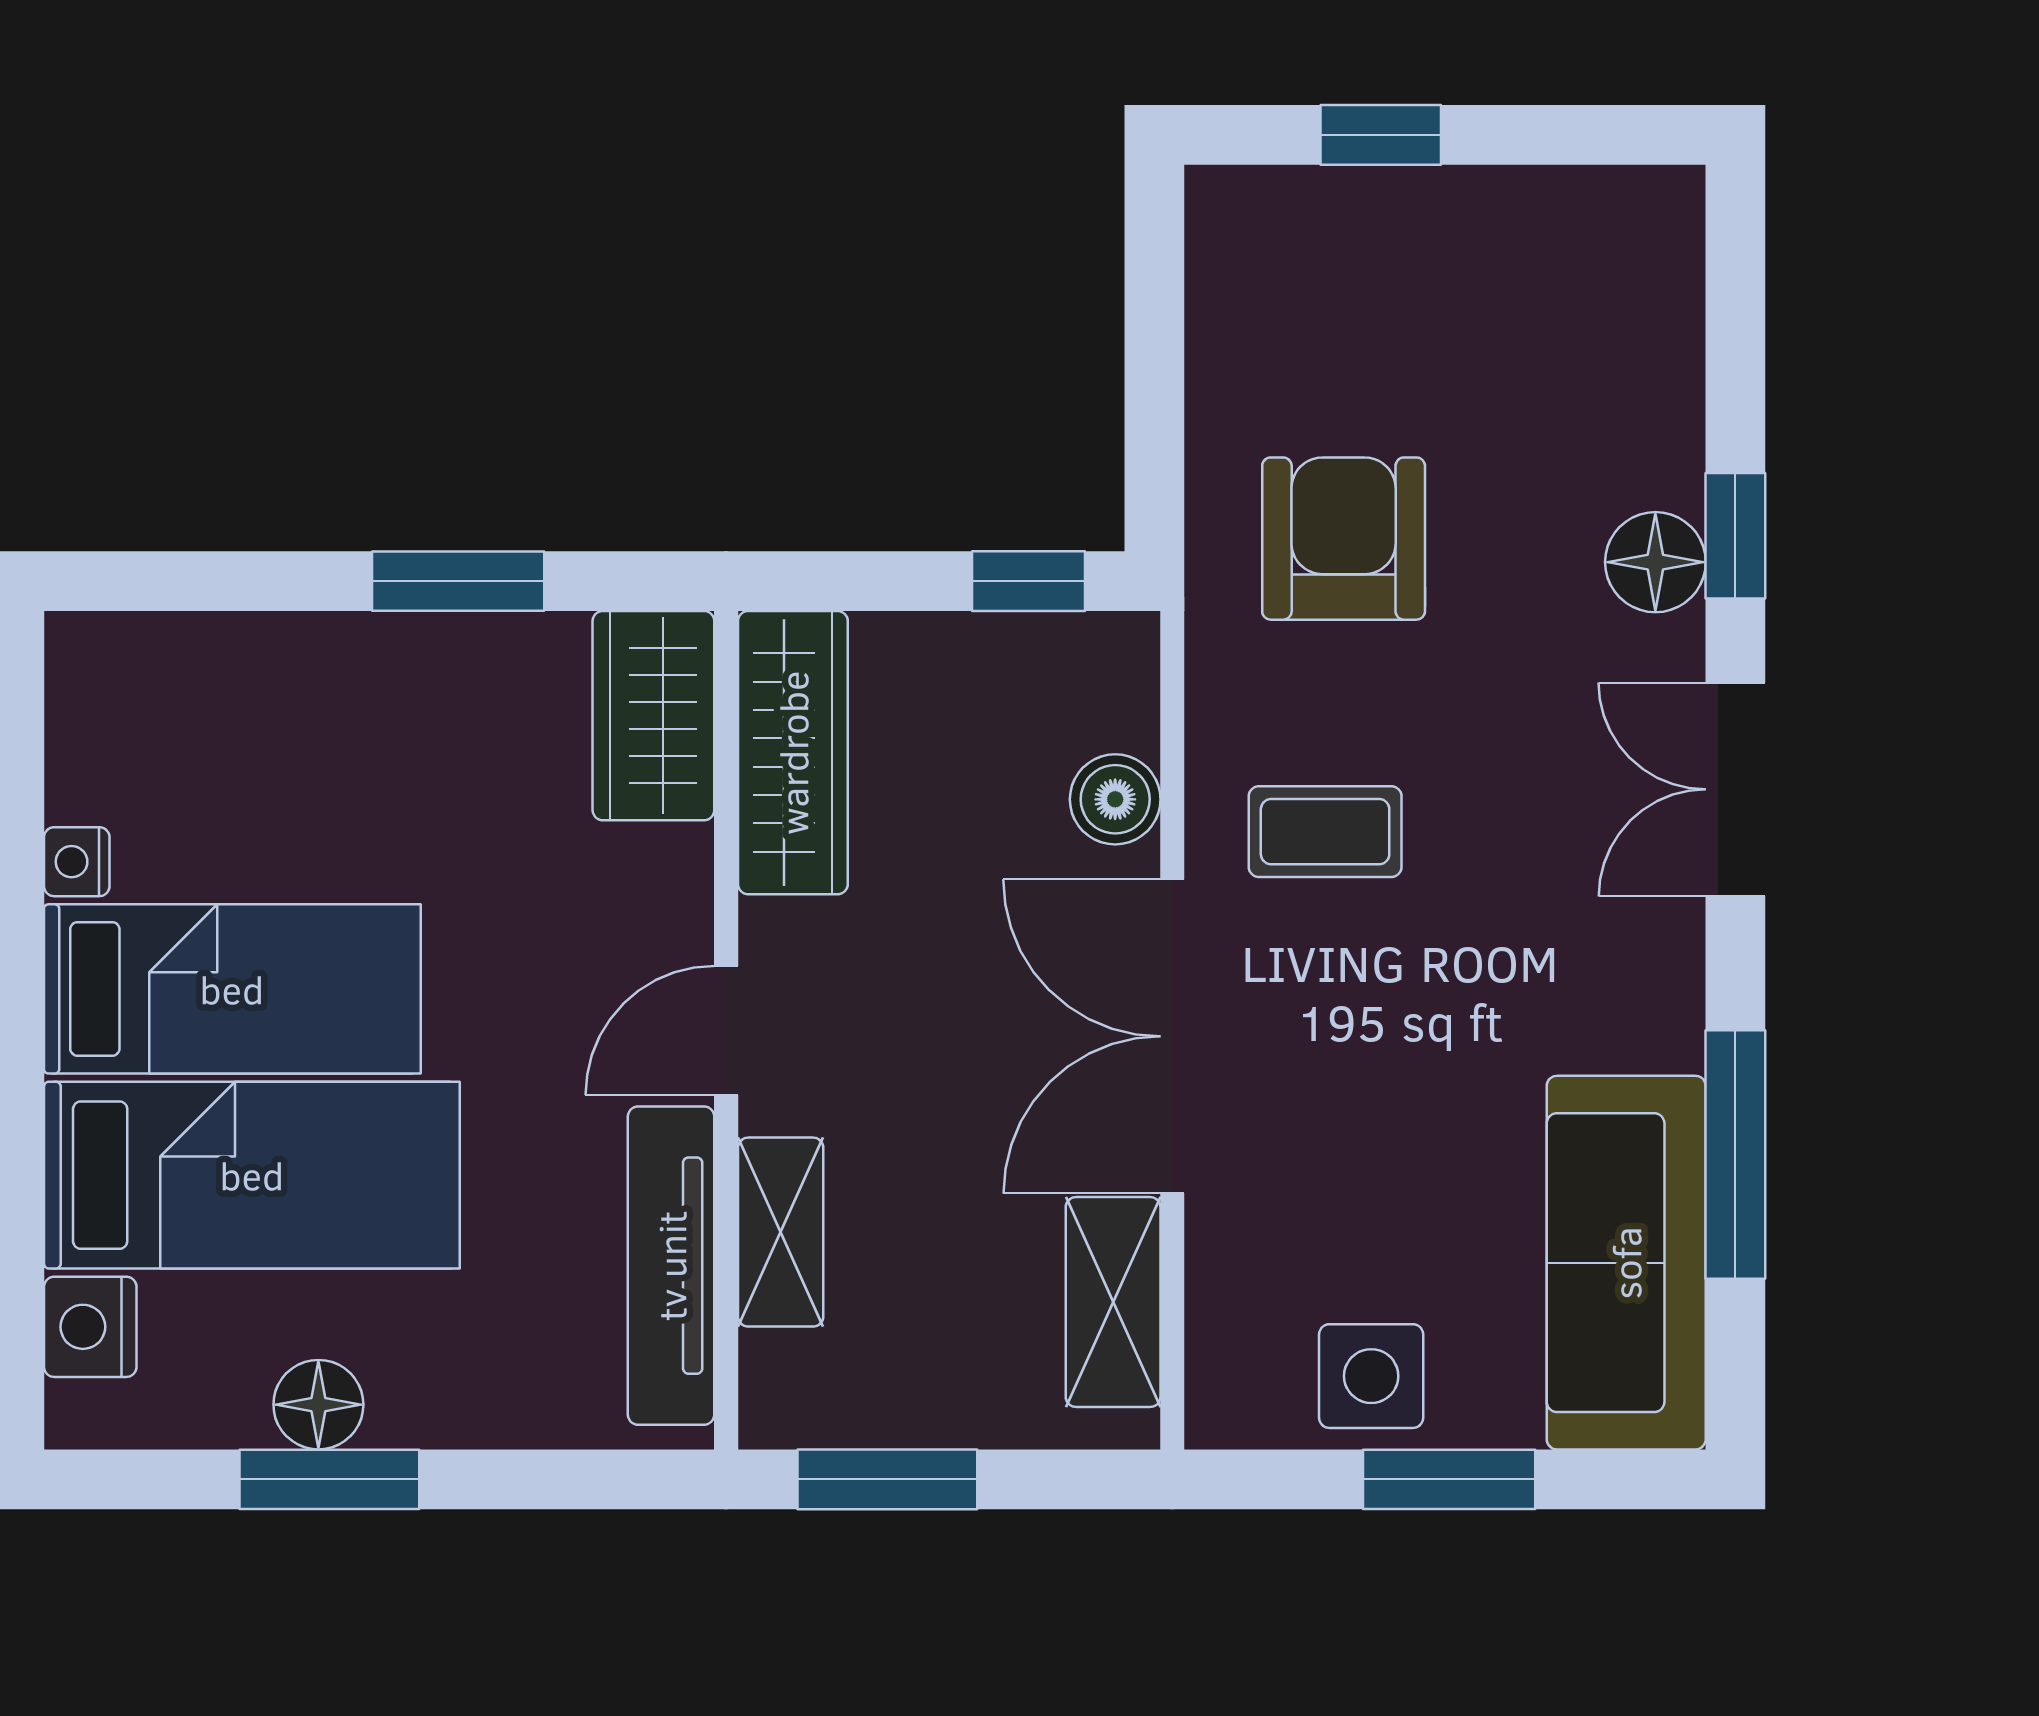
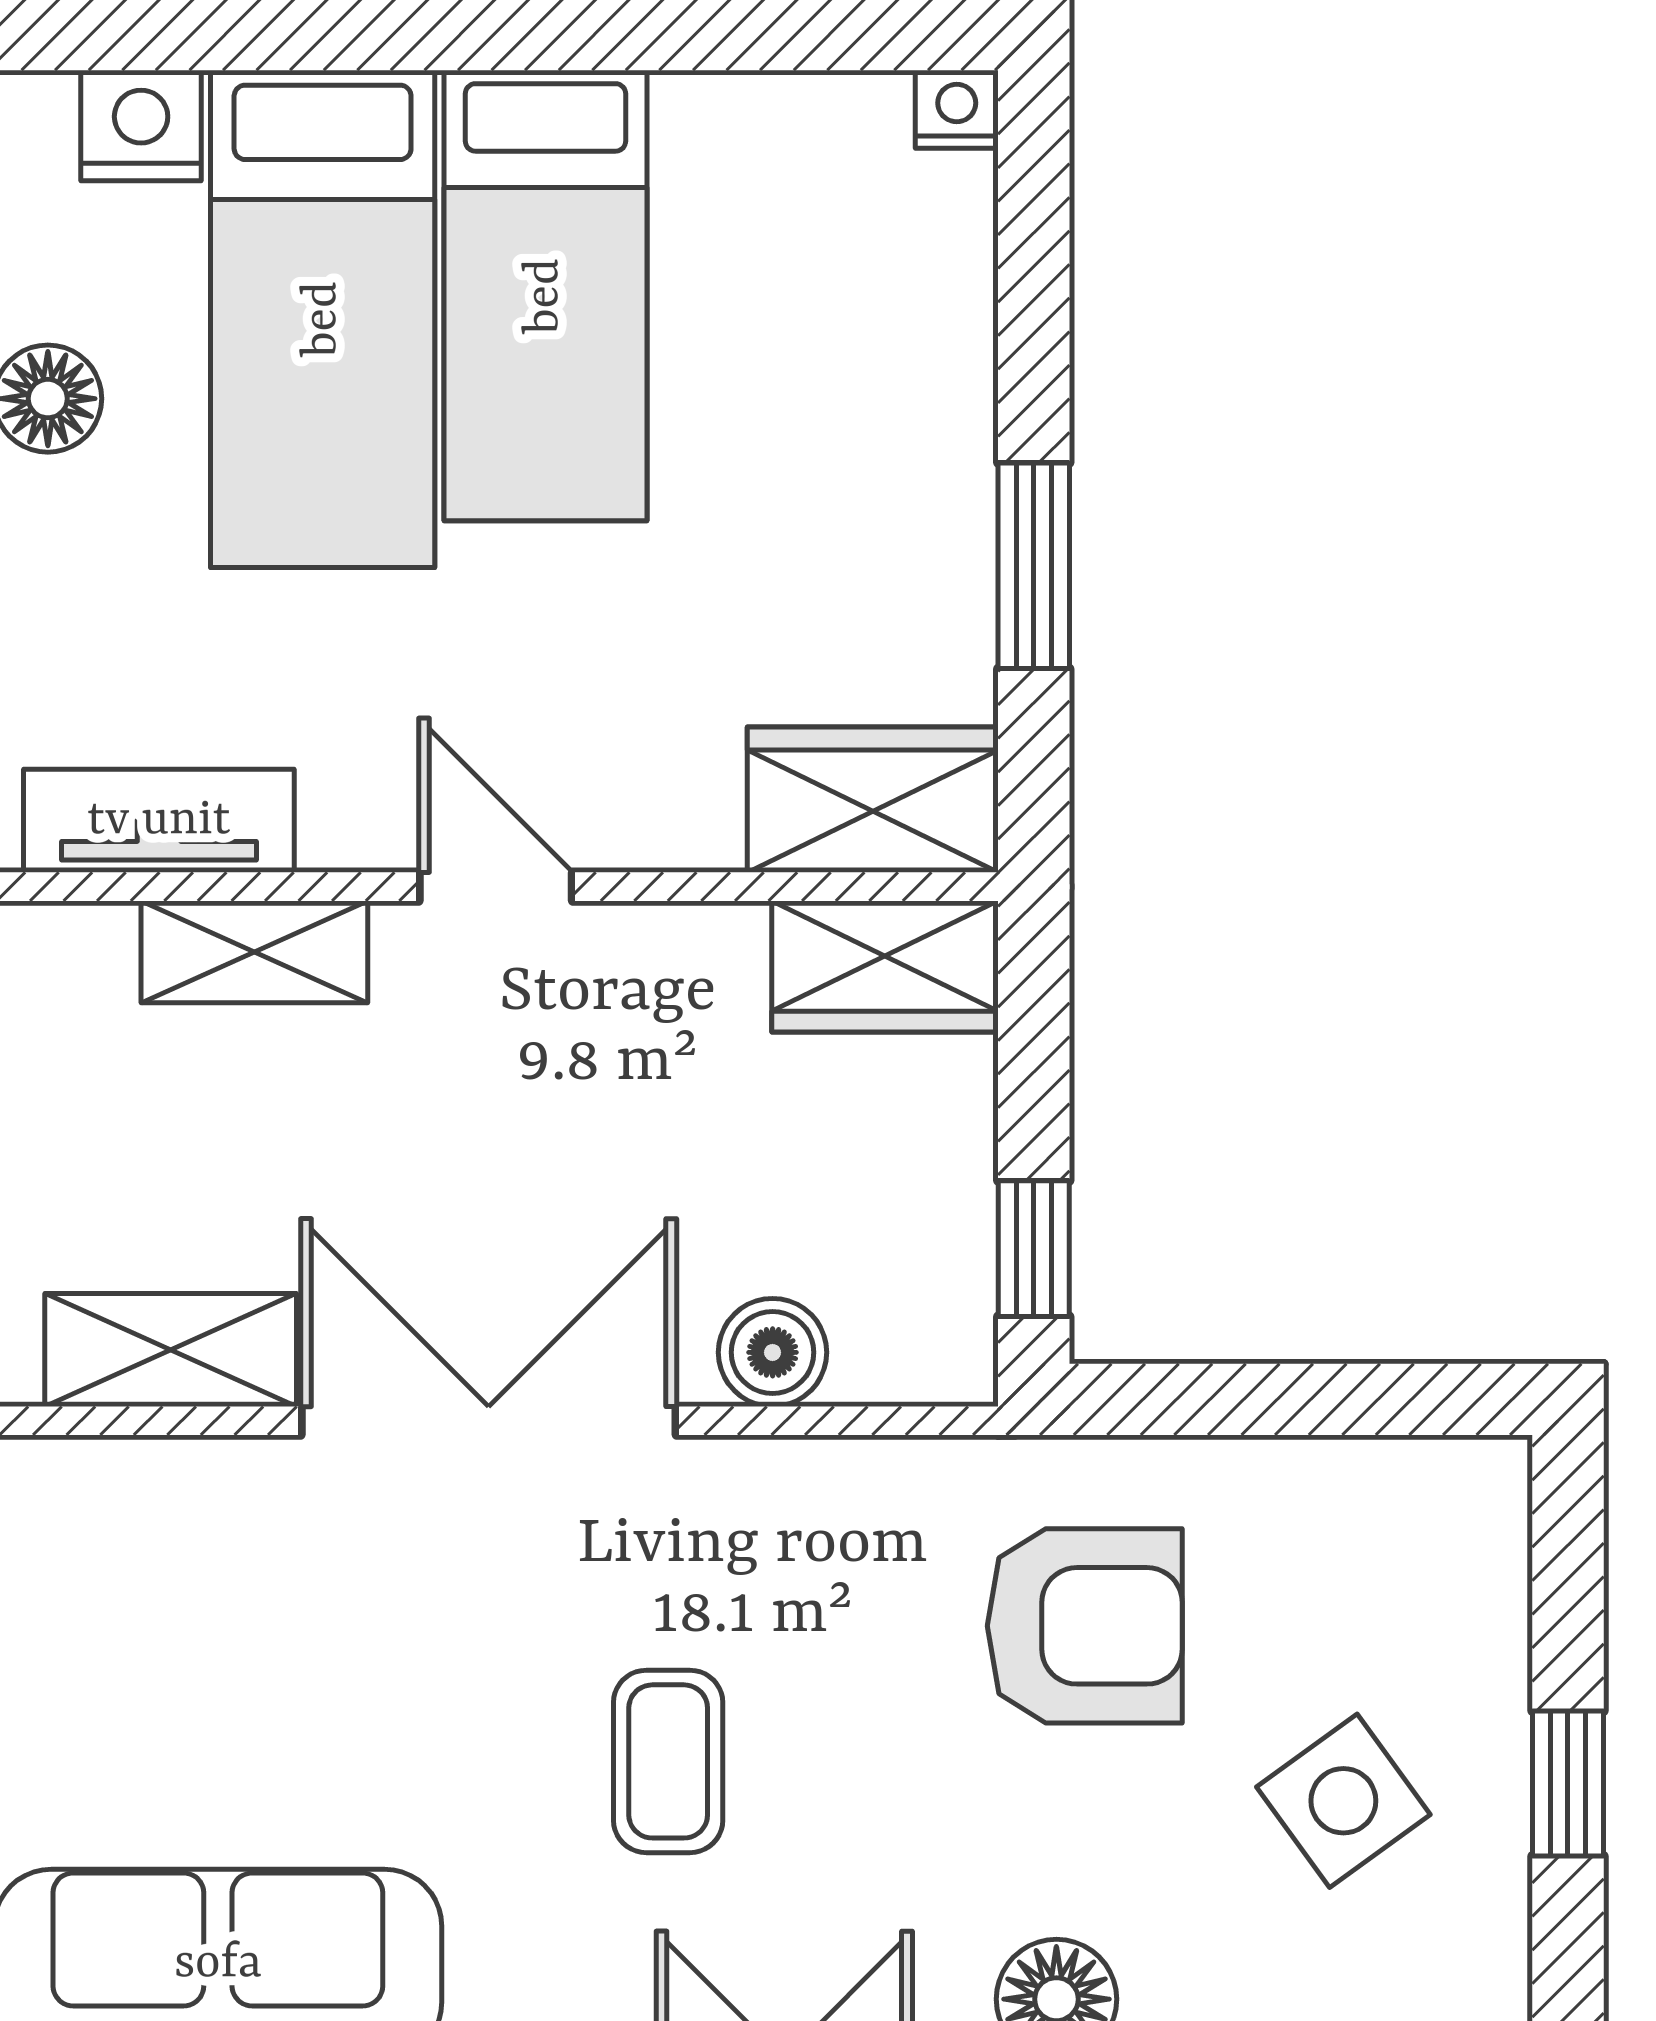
window: (1381, 135) -> (1568, 1783), moved
wardrobe: (793, 753) -> (885, 967), width x0.67
coffee table: (1325, 832) -> (668, 1761), moved
nightstand: (77, 862) -> (957, 109), moved
tv unit: (671, 1266) -> (159, 821), width x0.71
side table: (1371, 1376) -> (1343, 1801), moved, turned -36

